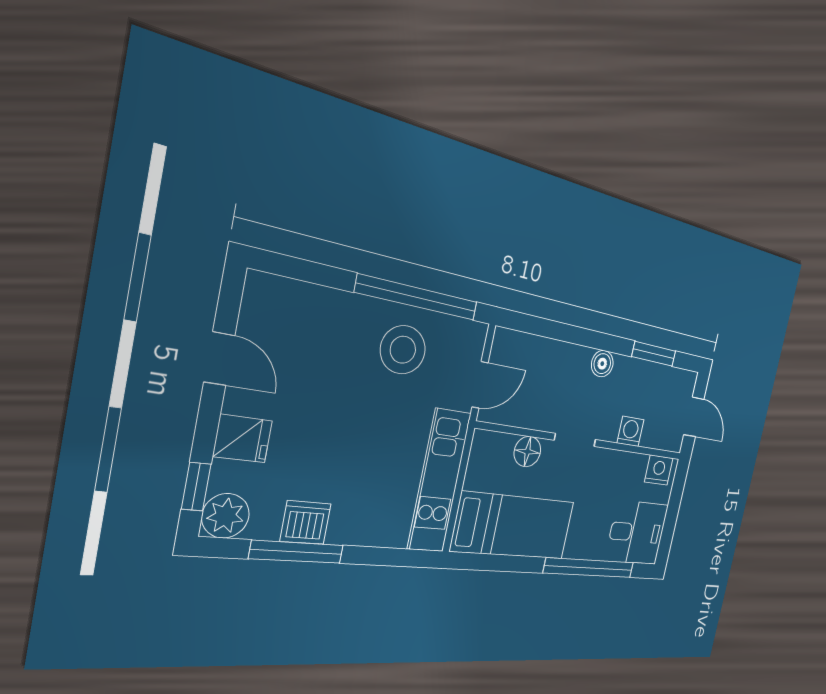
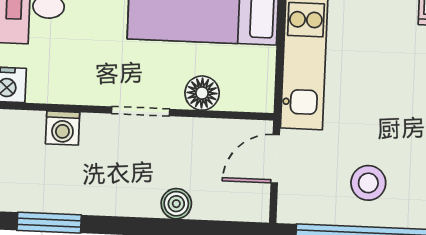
stool: (403, 350) -> (368, 183), width x0.73, depth x0.73
boiler: (602, 364) -> (176, 204), moved

